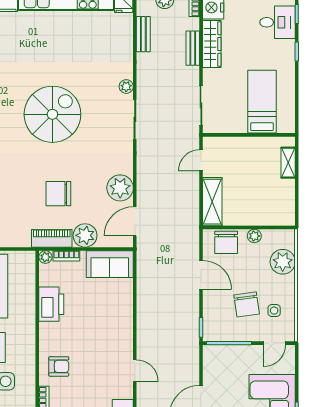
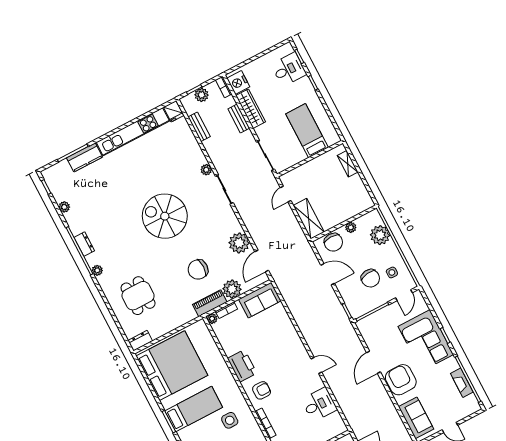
spiral stairs: (52, 114) -> (165, 216), turned -90
printer: (51, 304) -> (242, 366), moved

